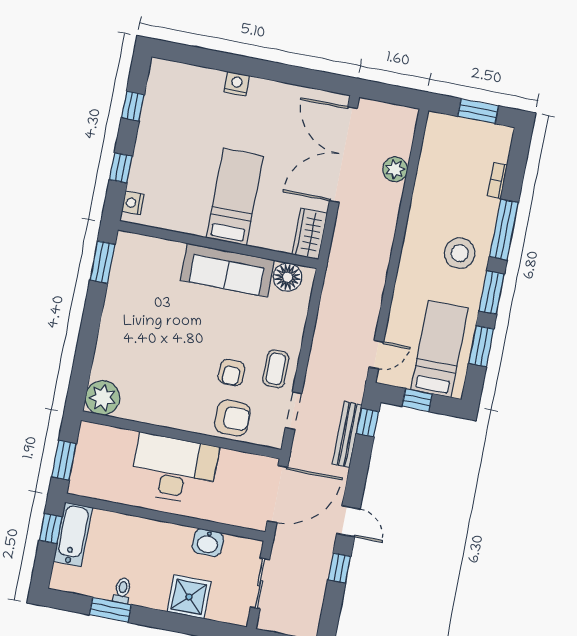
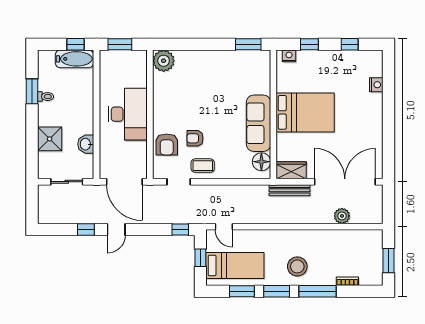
nightstand: (237, 84) -> (376, 85), moved
bed: (235, 197) -> (305, 112), width x1.50
bench: (347, 435) -> (289, 190), moved

